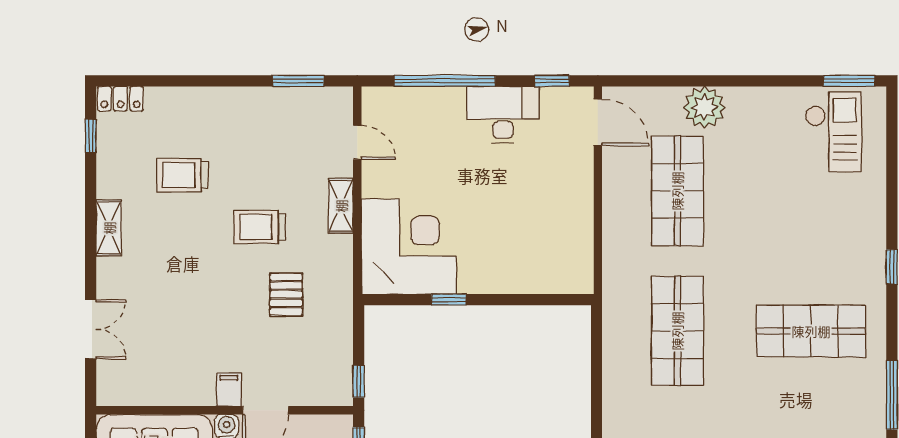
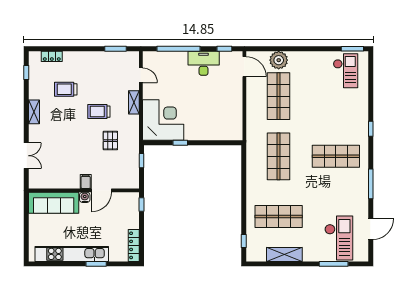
locker: (120, 99) -> (52, 56), moved
plant: (704, 107) -> (279, 60), moved
window: (359, 381) -> (141, 161), moved

